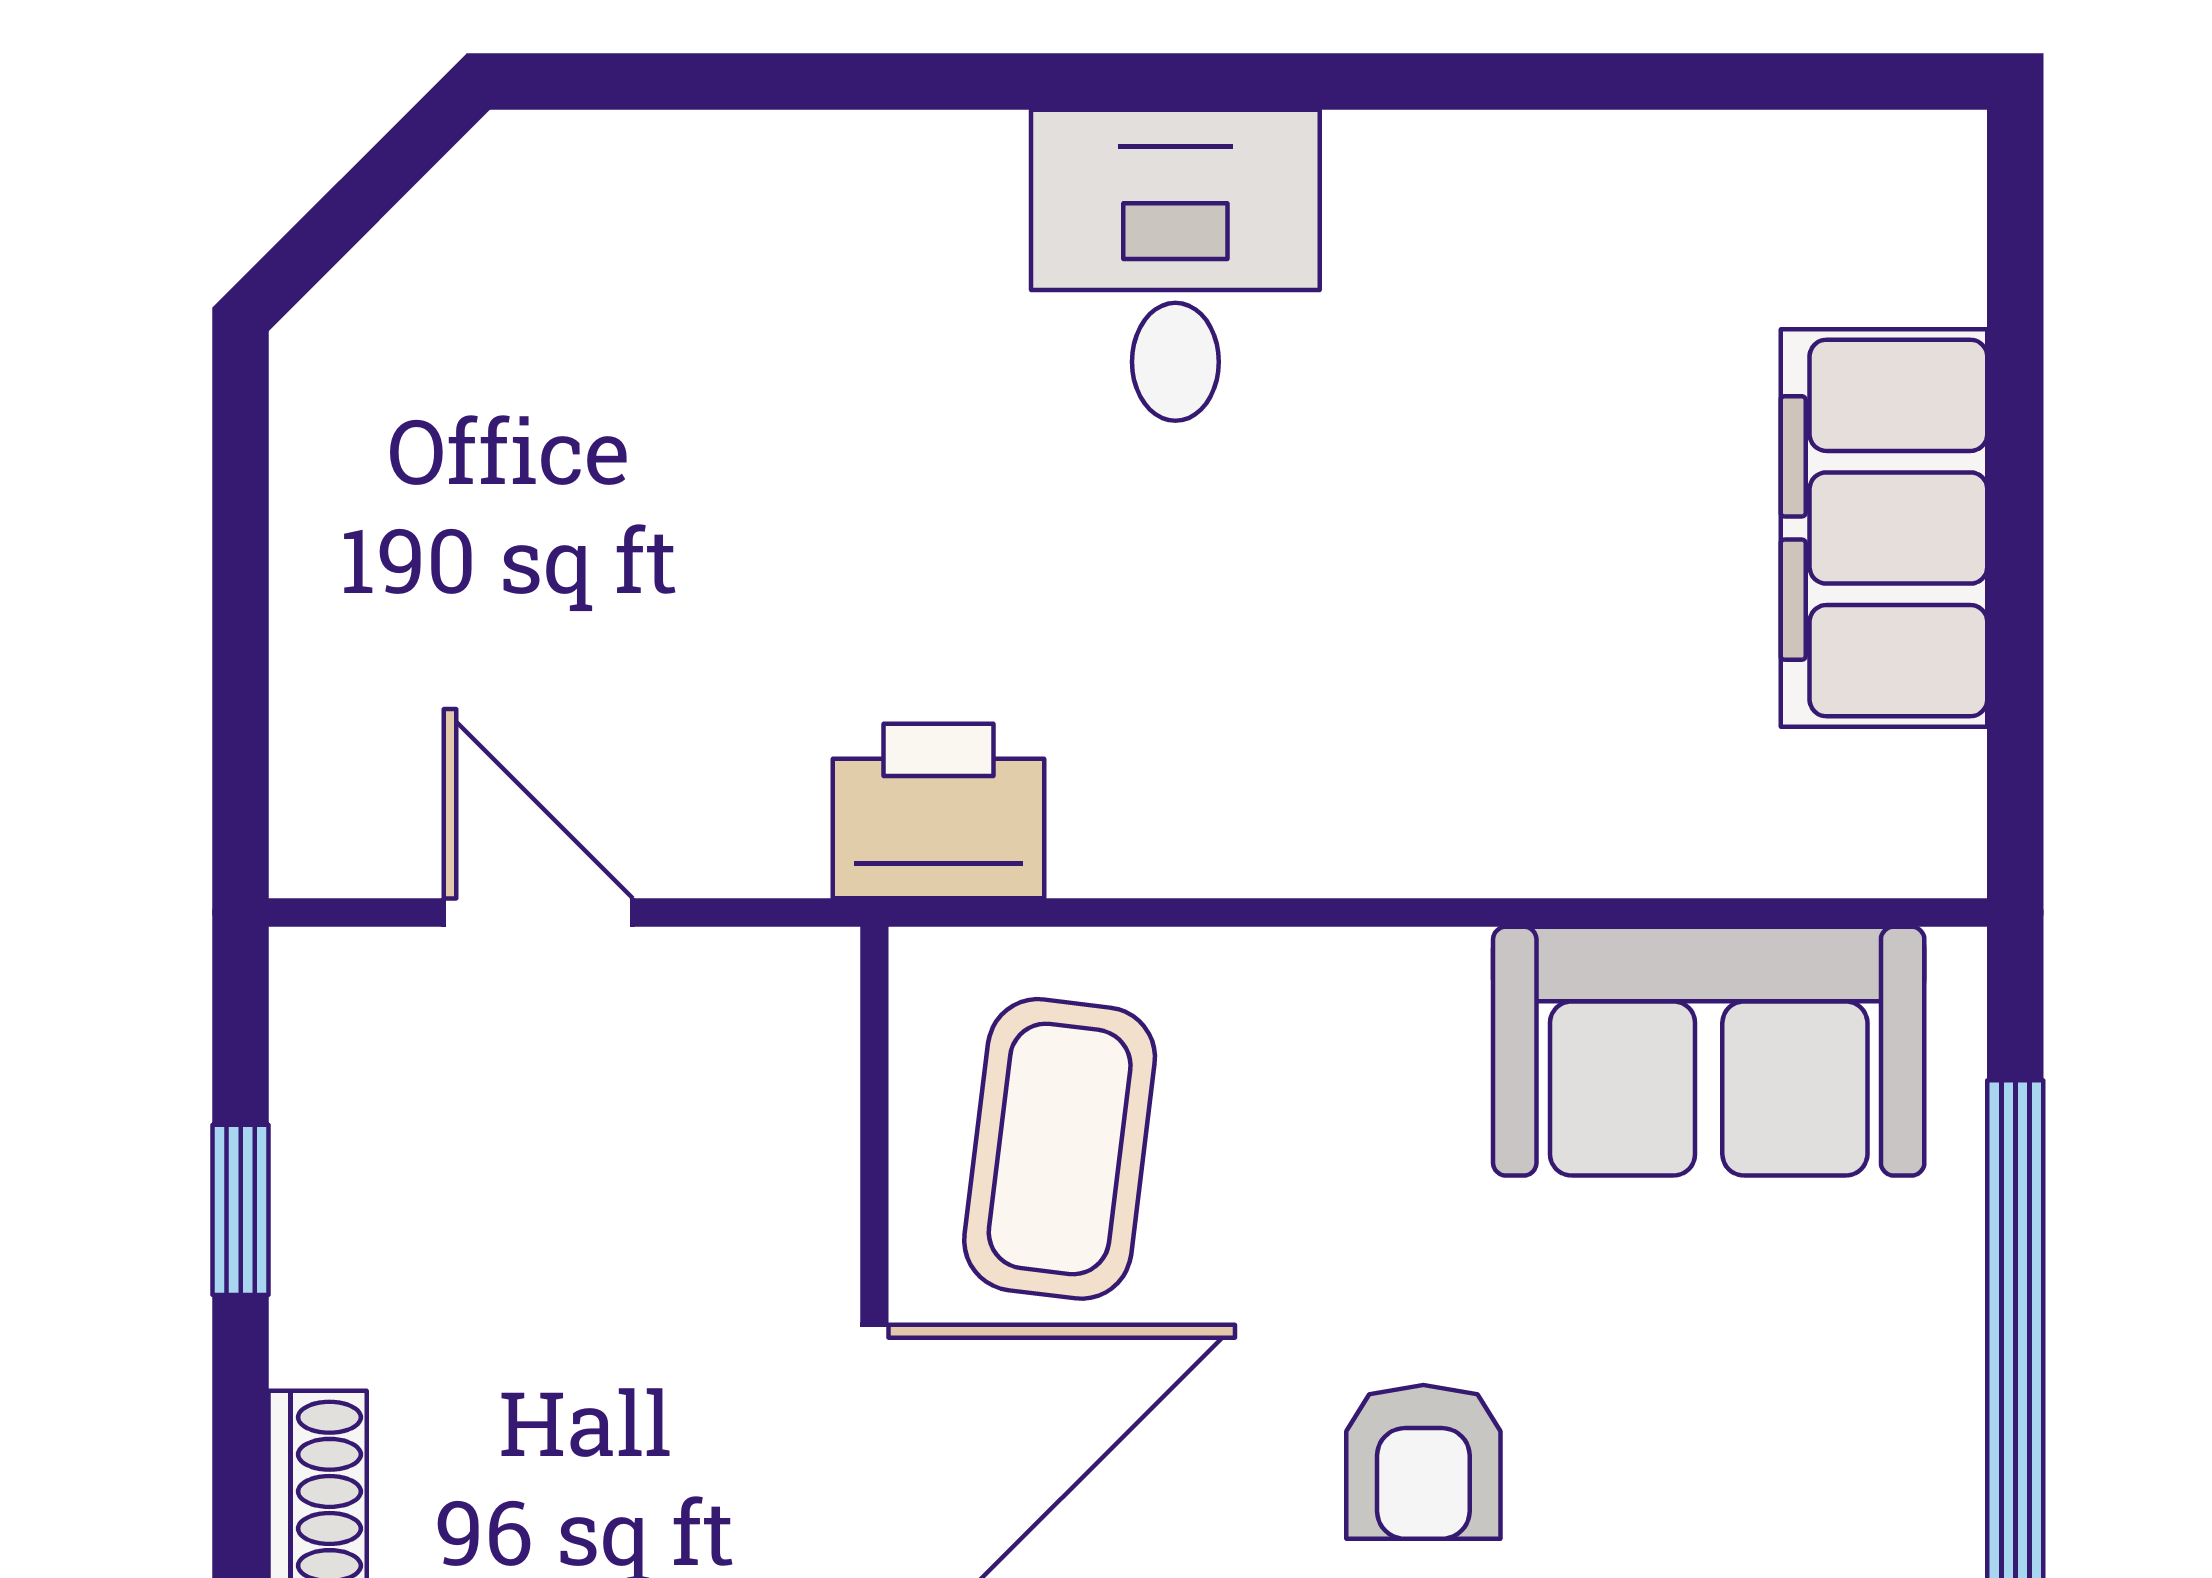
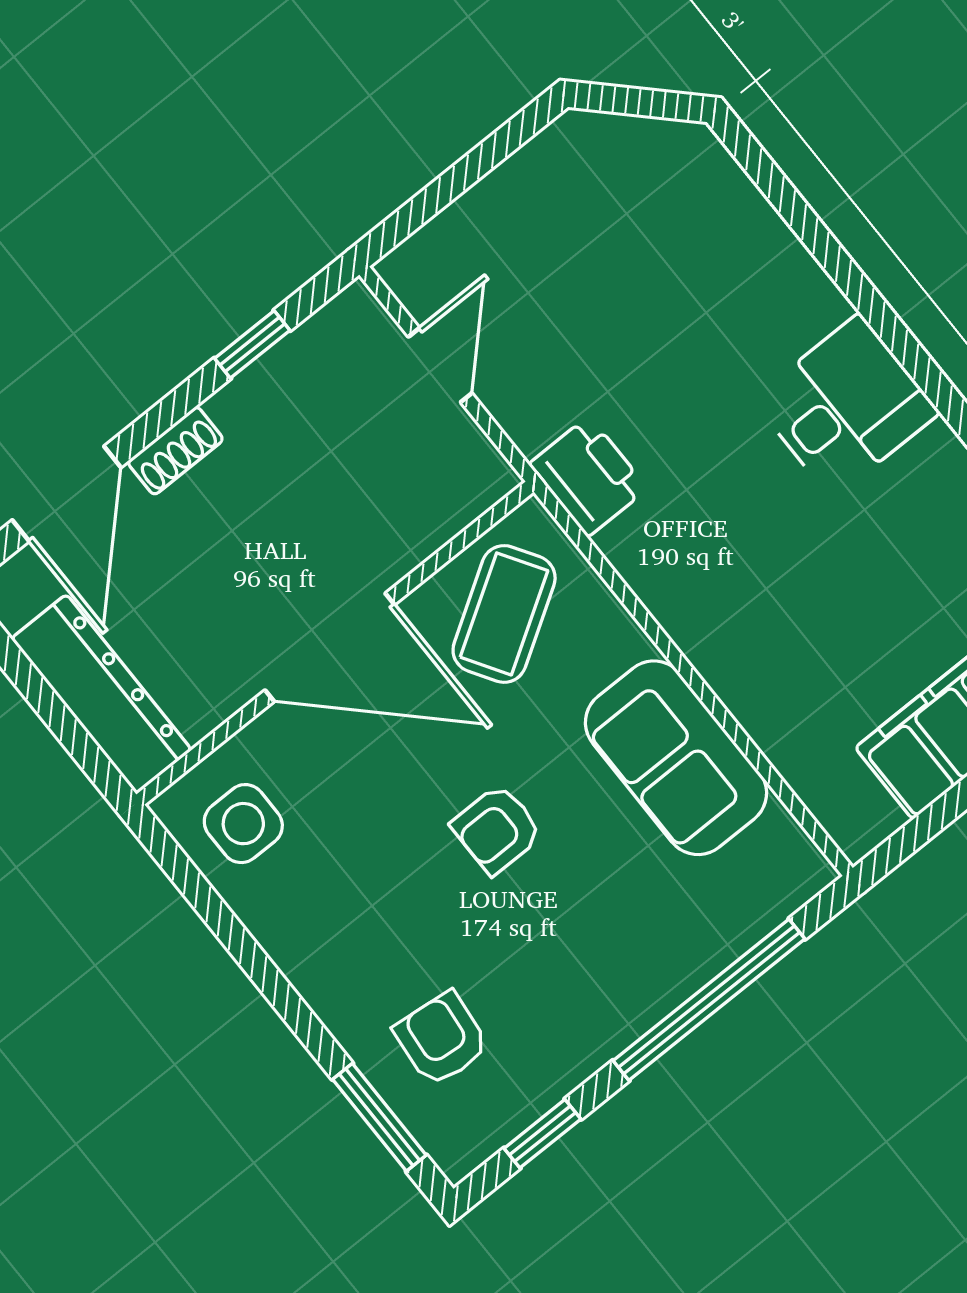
sofa: (1709, 1051) -> (676, 758), moved
coffee table: (1060, 1149) -> (504, 614), turned -39

